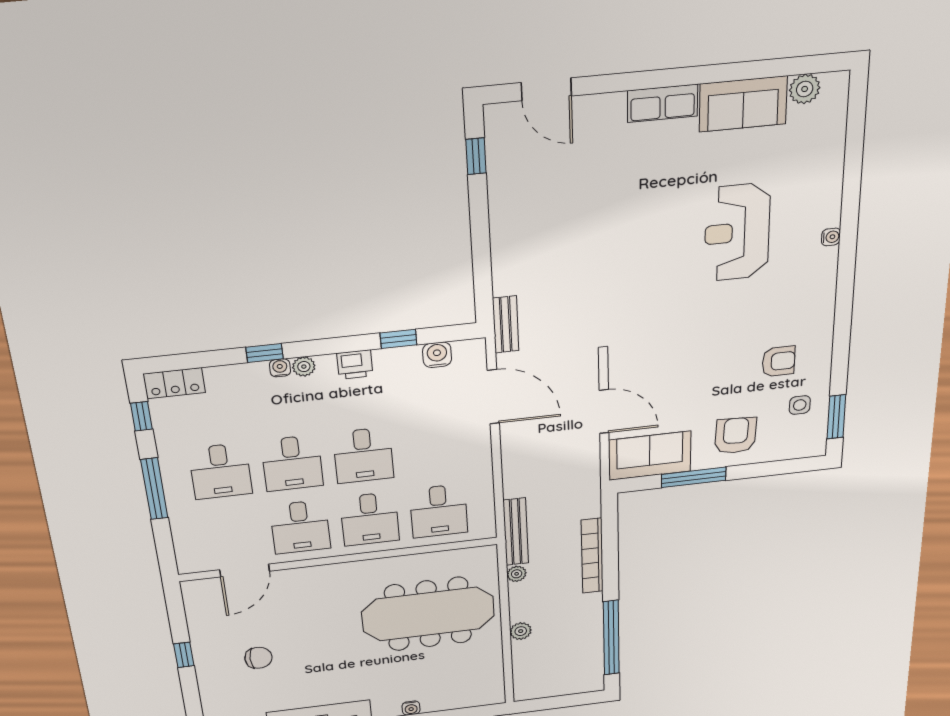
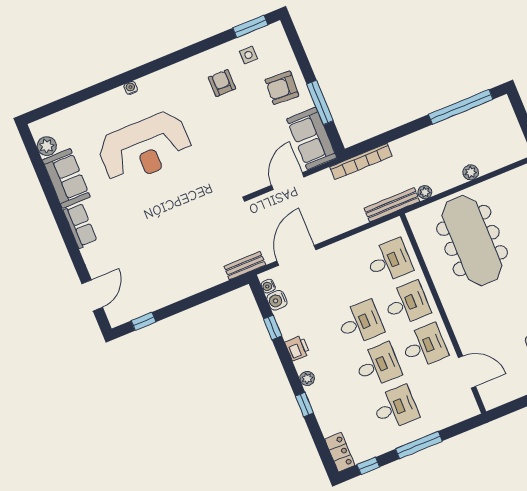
reception desk: (737, 232) -> (145, 148), width x1.36, depth x1.30
water cooler: (280, 368) -> (268, 286), moved
bookcase: (592, 556) -> (361, 161), moved

